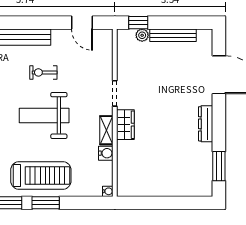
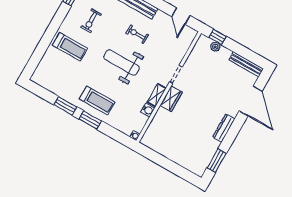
bench: (173, 35) -> (246, 64), moved
treadmill: (41, 175) -> (97, 100), width x0.73, depth x0.73

